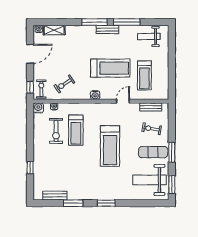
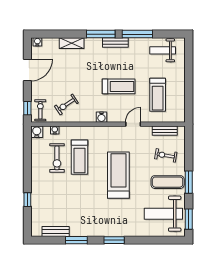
shelving: (54, 30) -> (72, 43), moved
treadmill: (110, 68) -> (119, 86), width x0.73, depth x0.73
treadmill: (110, 146) -> (118, 175), turned 180

